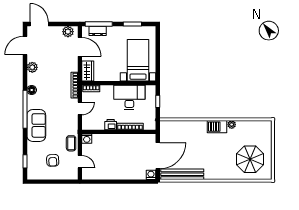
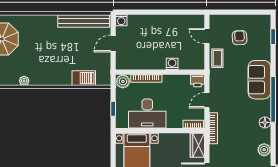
plant: (150, 124) -> (123, 81), added
printer: (111, 125) -> (197, 81), moved
barbecue: (217, 127) -> (84, 78), moved
washing machine: (87, 139) -> (172, 64), moved
door: (158, 156) -> (113, 43), width x0.53

